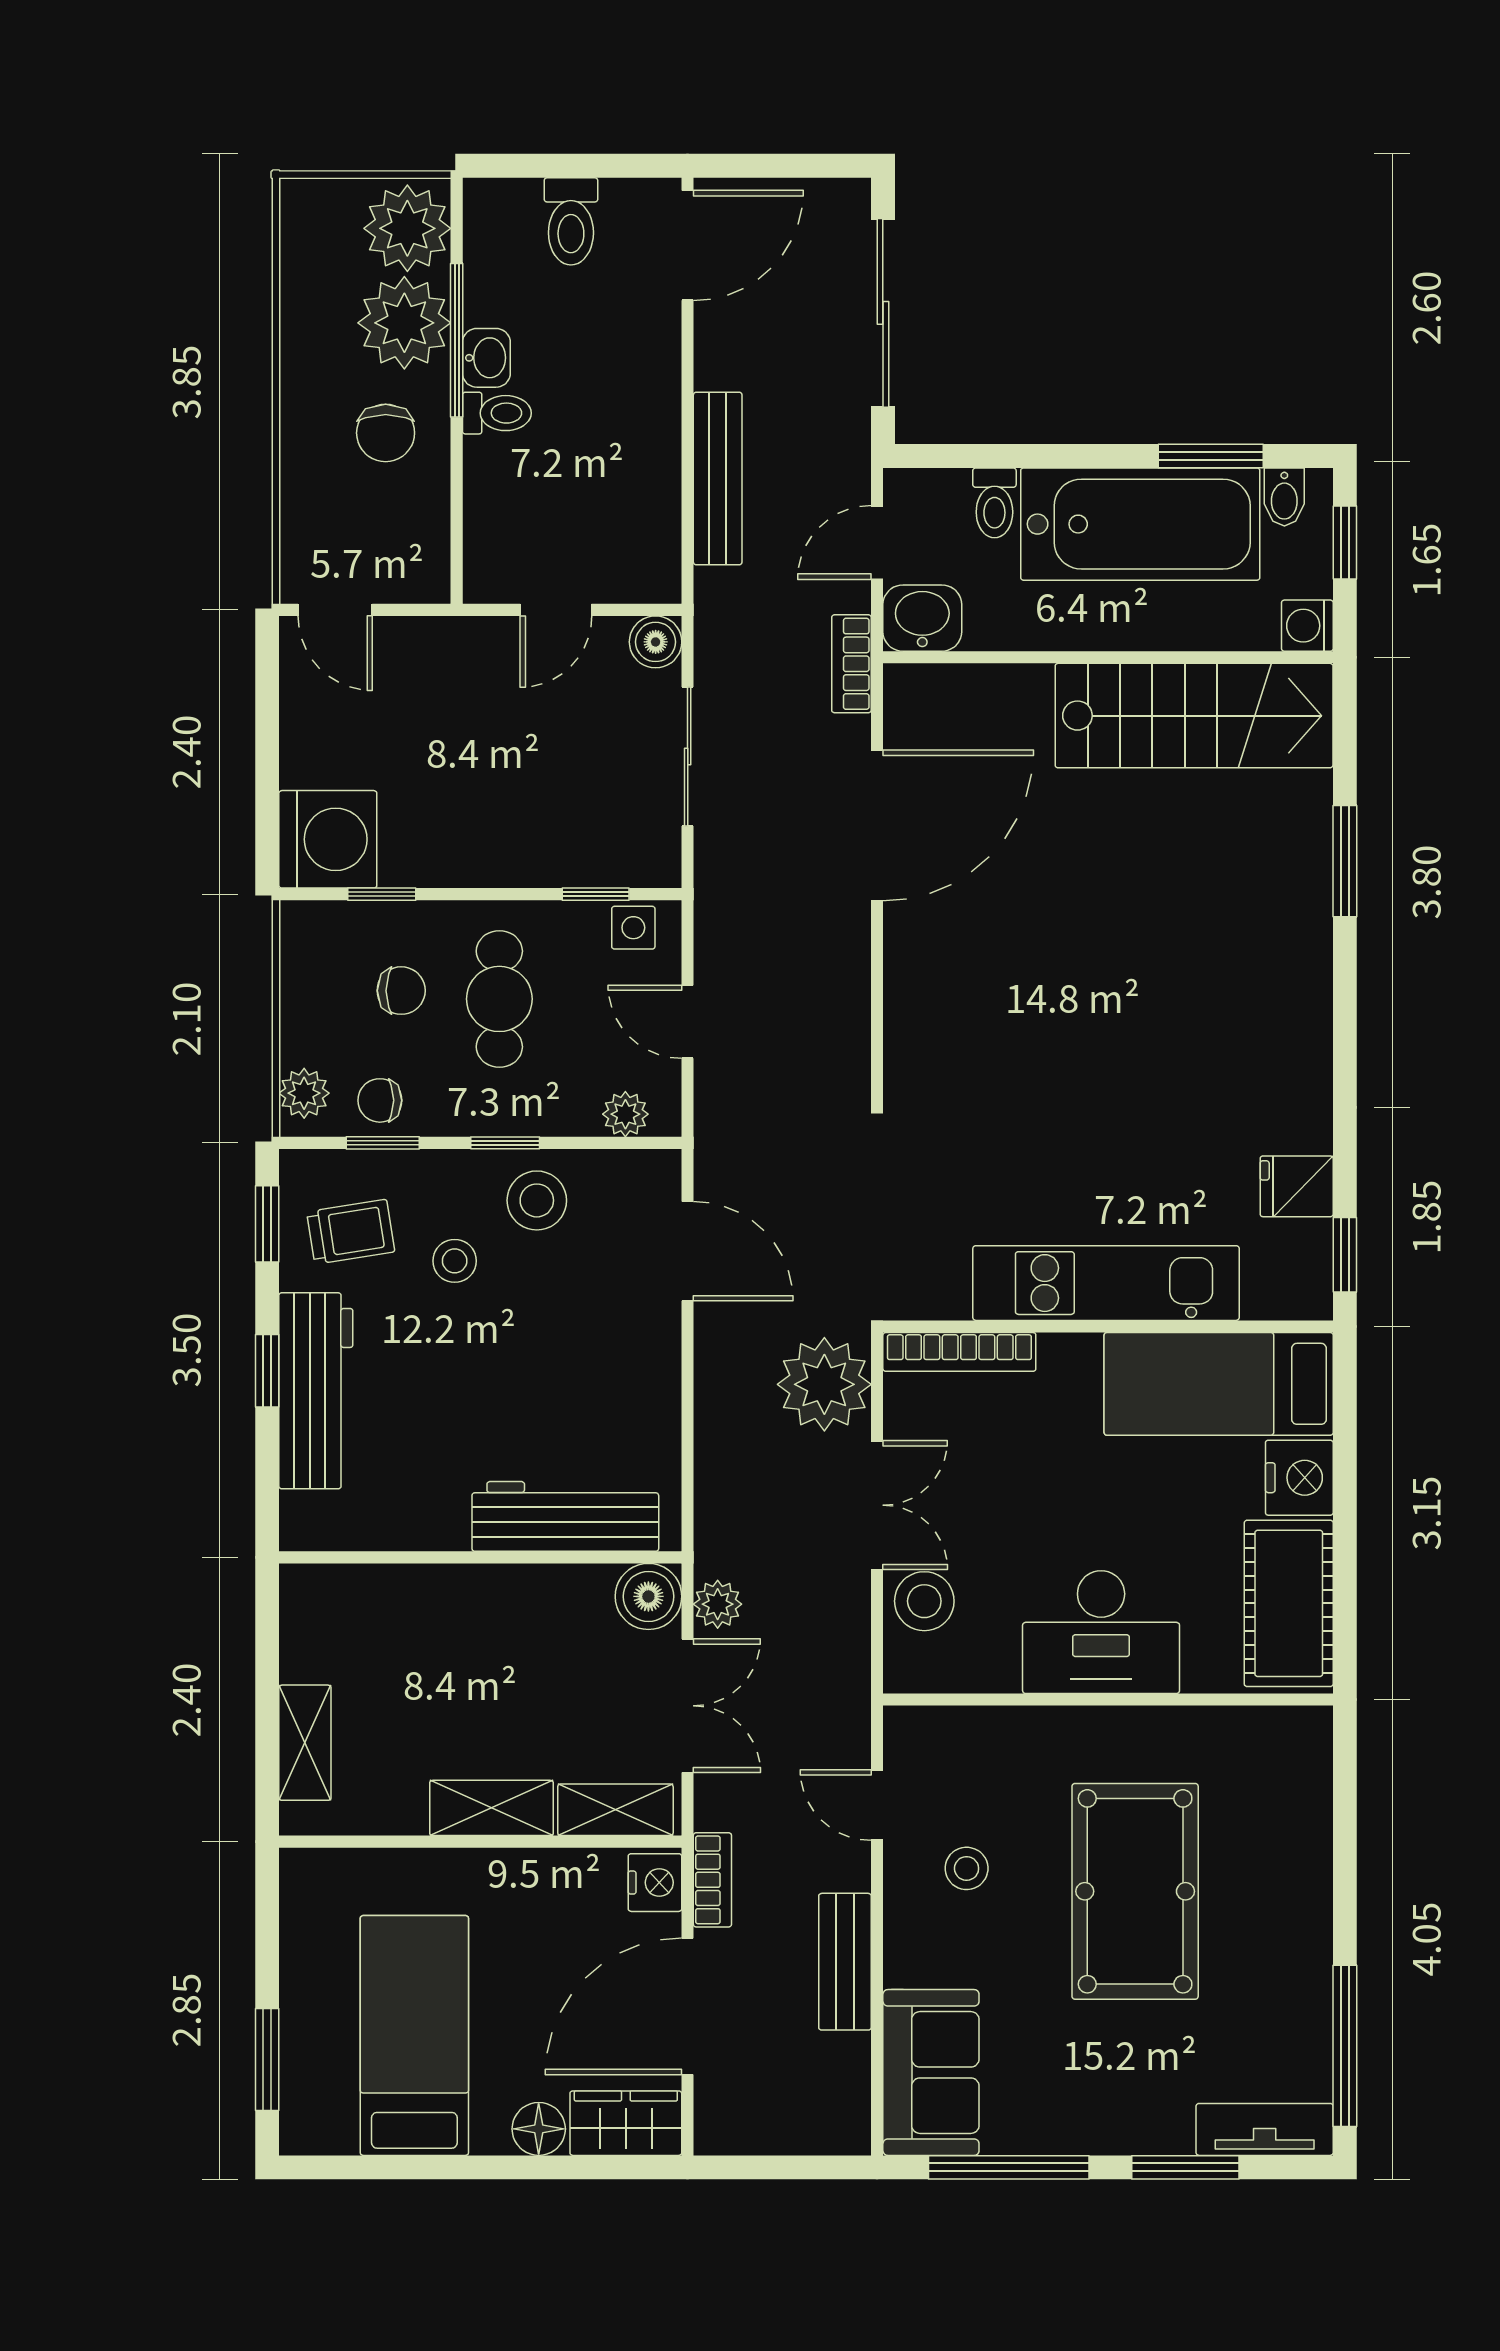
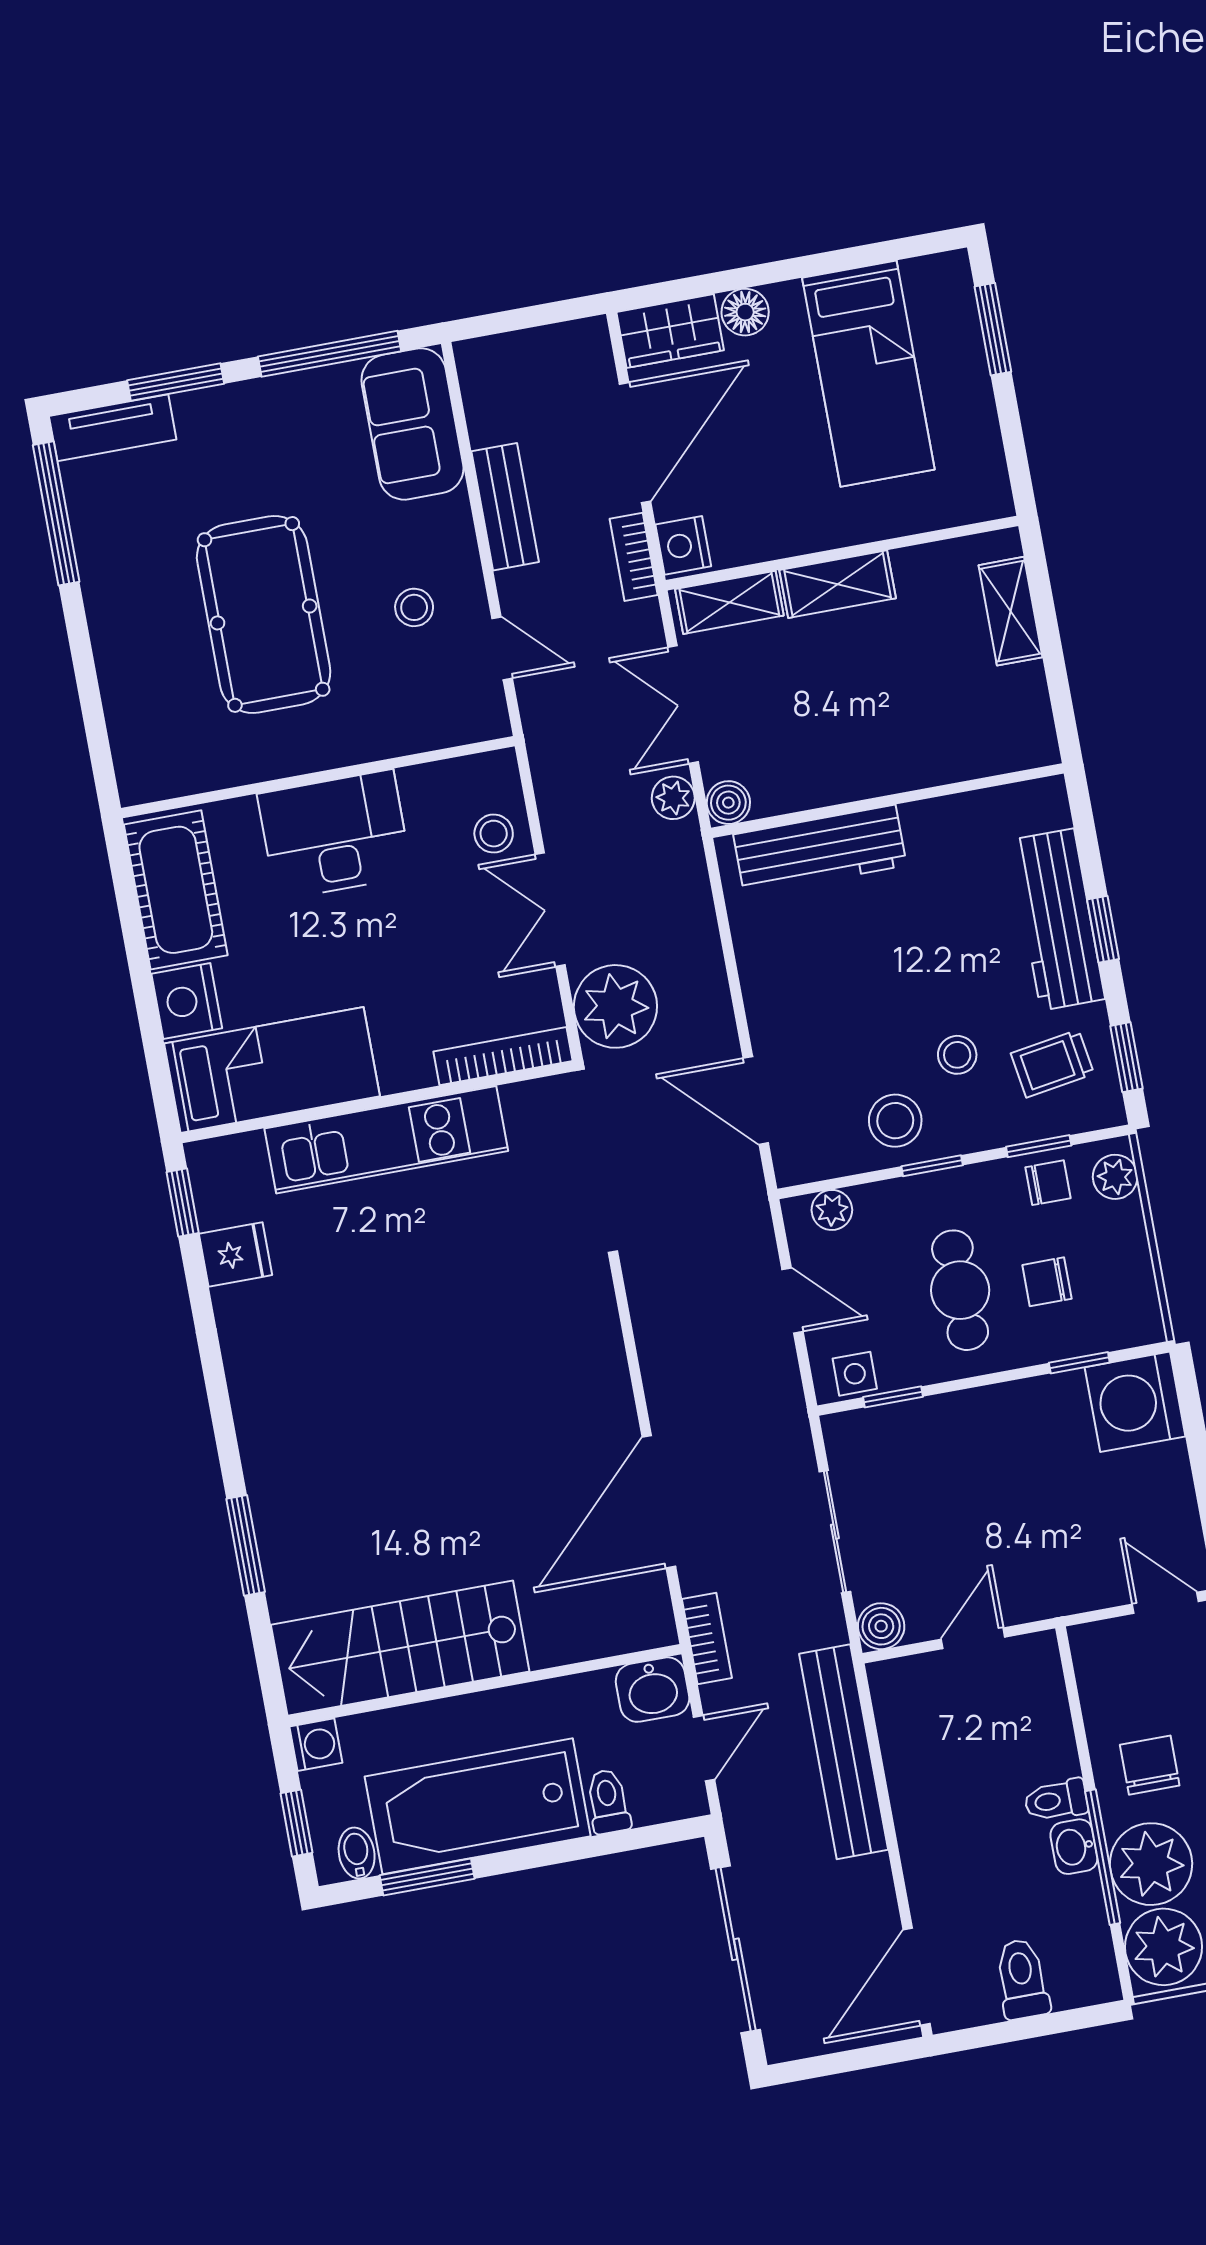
bench: (718, 478) -> (844, 1752), width x1.37, depth x1.21
boiler: (648, 1596) -> (728, 803), width x0.73, depth x0.73
stool: (924, 1601) -> (494, 834), width x0.73, depth x0.73

